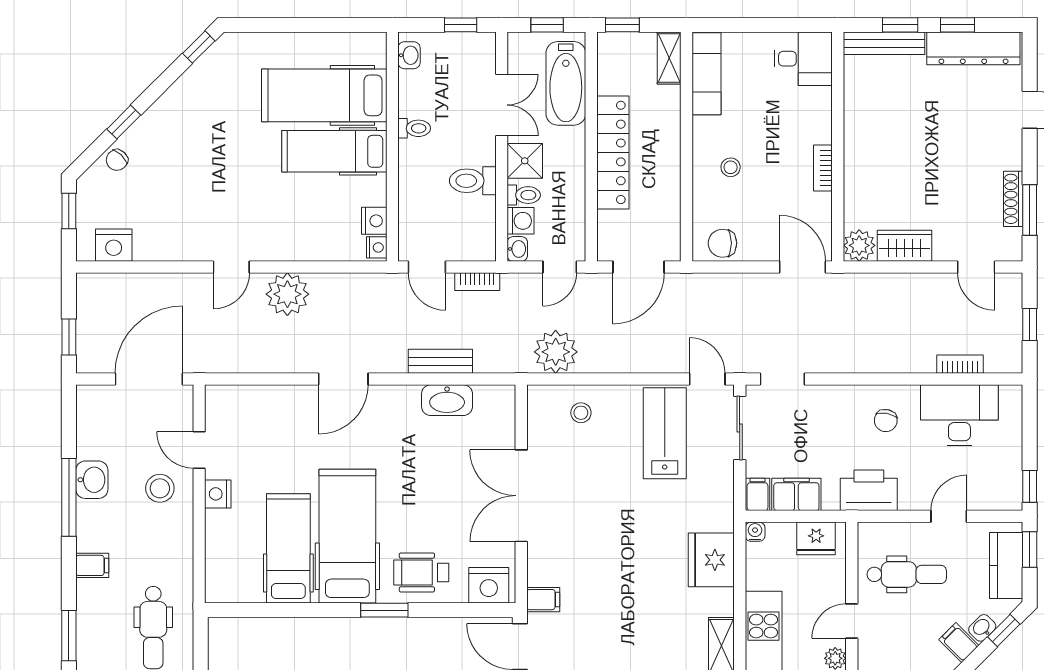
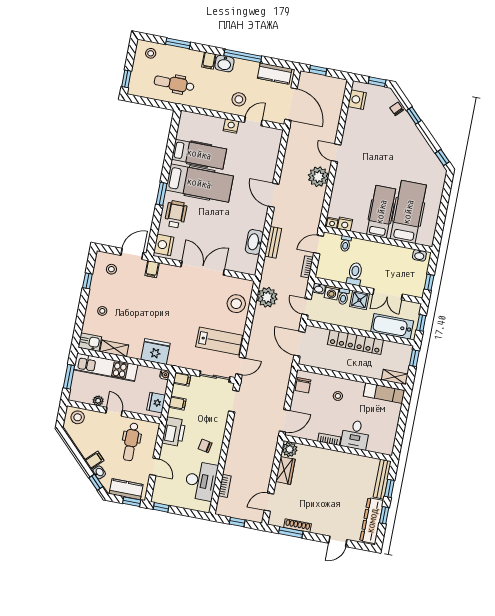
desk: (803, 59) -> (355, 435), moved
toilet: (414, 128) -> (345, 244), moved
chair: (722, 243) -> (303, 385), turned 180
stool: (581, 413) -> (236, 304), width x1.89, depth x1.89
kitchen counter: (93, 425) -> (275, 74), added
washbasin: (92, 480) -> (224, 64), moved
filing cabinet: (796, 494) -> (177, 403), width x0.50

